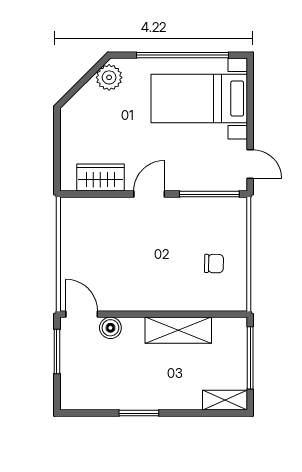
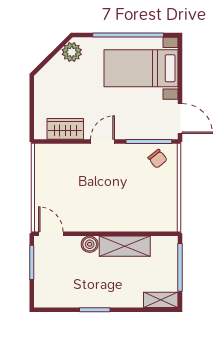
door: (250, 164) -> (180, 119), width x1.38
chair: (214, 264) -> (158, 159), moved, turned 50
boiler: (110, 328) -> (90, 244), moved

